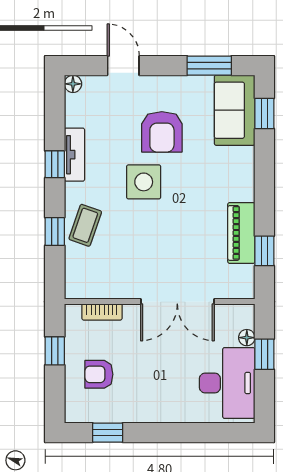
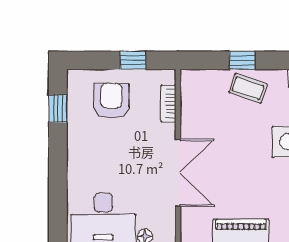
double door: (177, 302) -> (178, 173), swing flipped
armchair: (99, 374) -> (111, 101), width x1.38, depth x1.38

